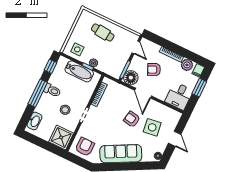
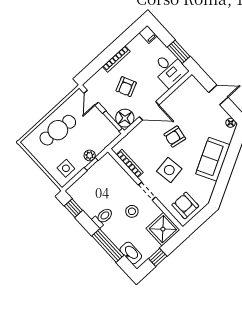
cafe table: (103, 32) -> (58, 130), width x1.37, depth x1.35
door: (136, 47) -> (91, 98), swing flipped
plant: (187, 65) -> (136, 45), removed
bathtub: (79, 71) -> (93, 176), removed
window: (199, 88) -> (179, 52), moved
window: (38, 93) -> (108, 246), moved
side table: (152, 127) -> (169, 170), moved
window: (39, 142) -> (158, 257), added
sofa: (121, 154) -> (213, 159), width x0.73

